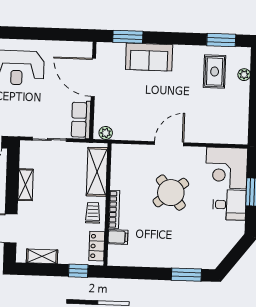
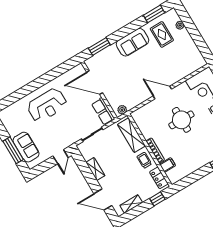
sofa: (149, 57) -> (133, 42), moved
door: (169, 144) -> (162, 92), hinge flipped
round table: (171, 193) -> (181, 120), turned 38

